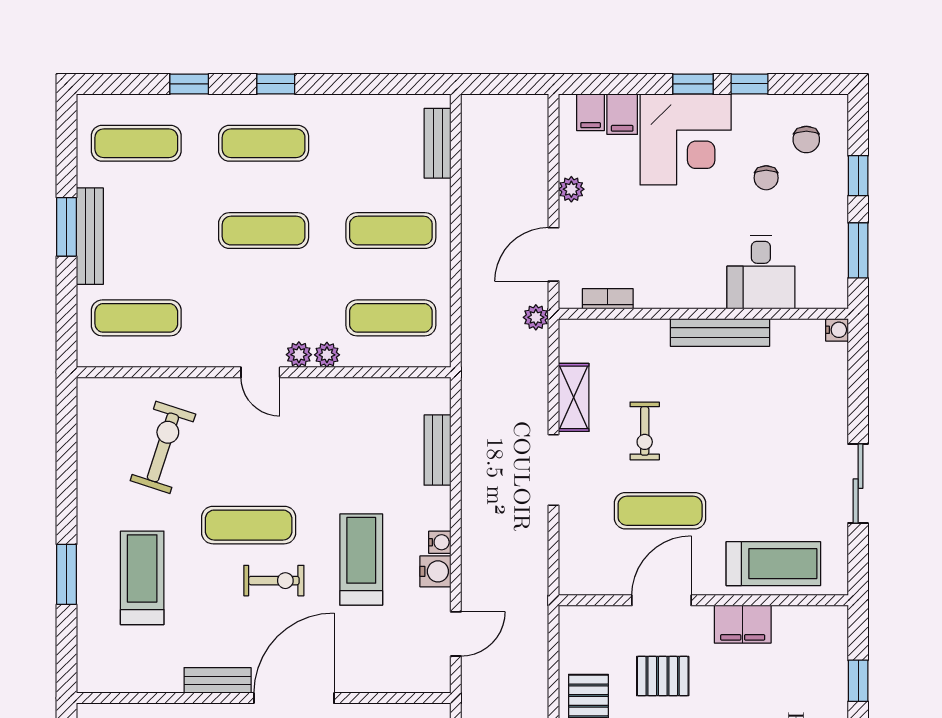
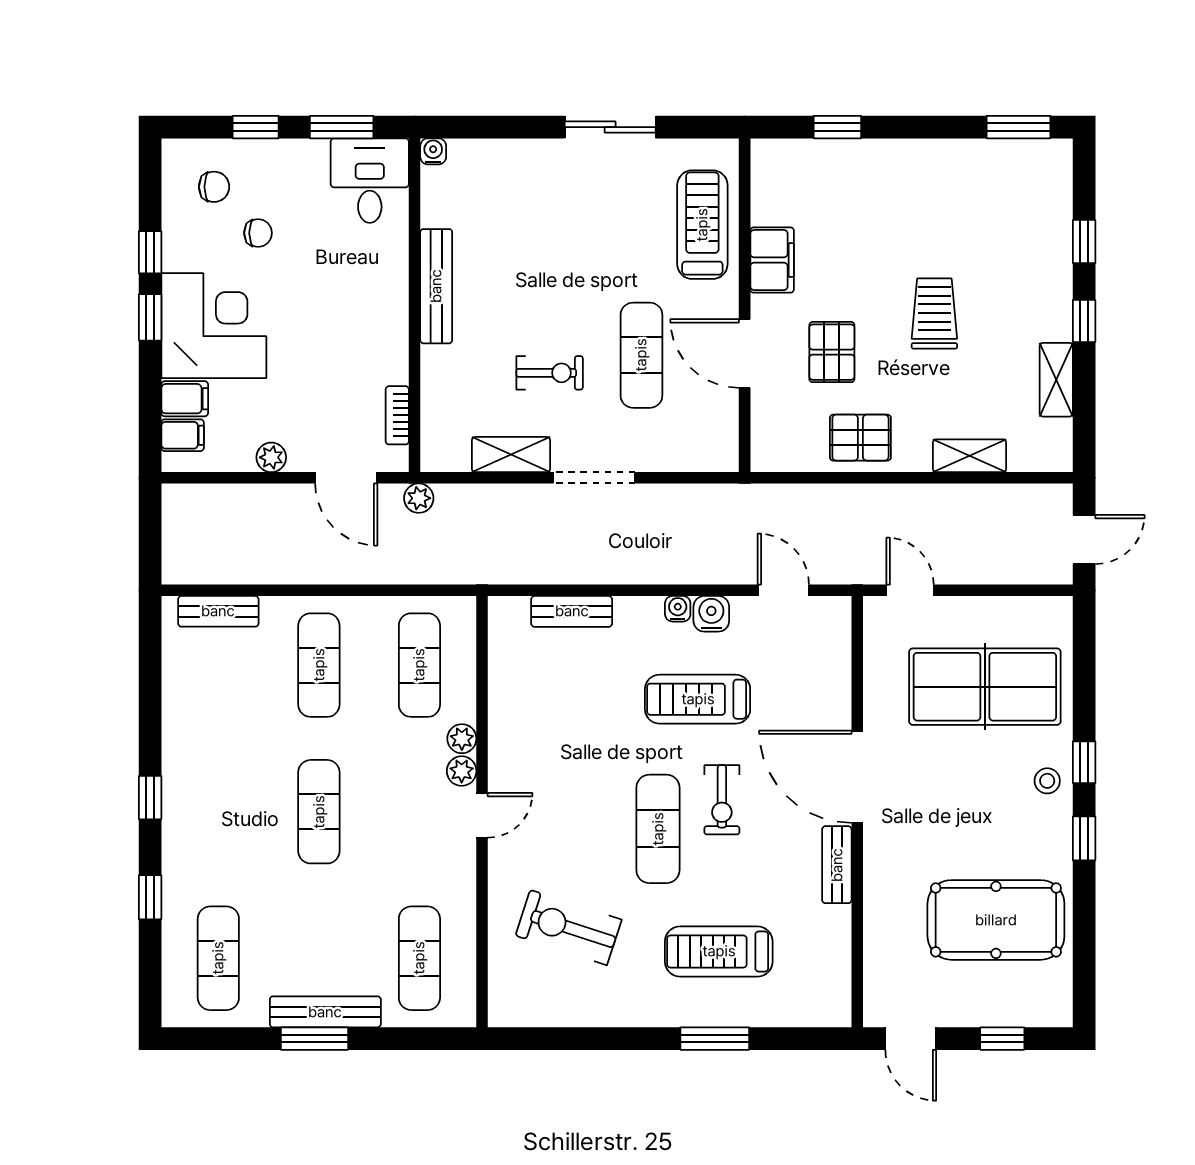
exercise mat: (264, 143) -> (218, 812), removed
desk: (761, 272) -> (370, 181), moved, turned -90
exercise bike: (274, 581) -> (722, 800), turned 180

